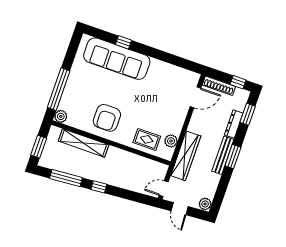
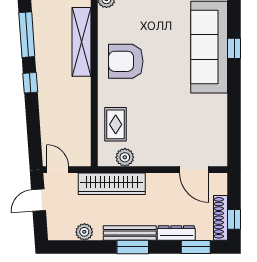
shoe rack: (219, 86) -> (221, 218), moved
plant: (205, 204) -> (84, 232), moved

